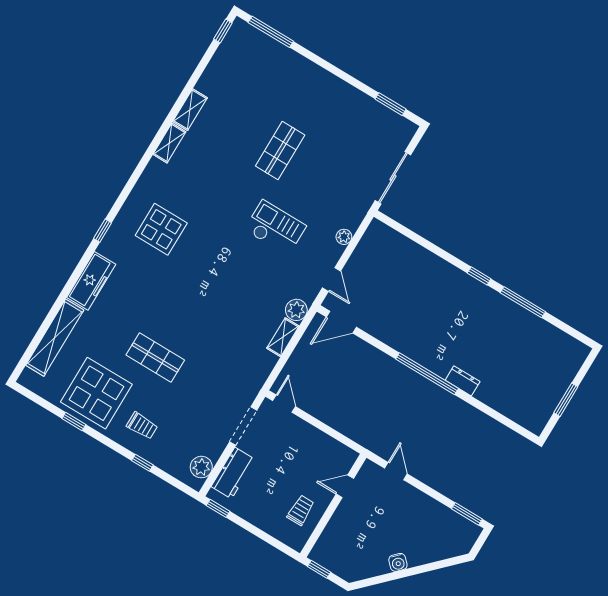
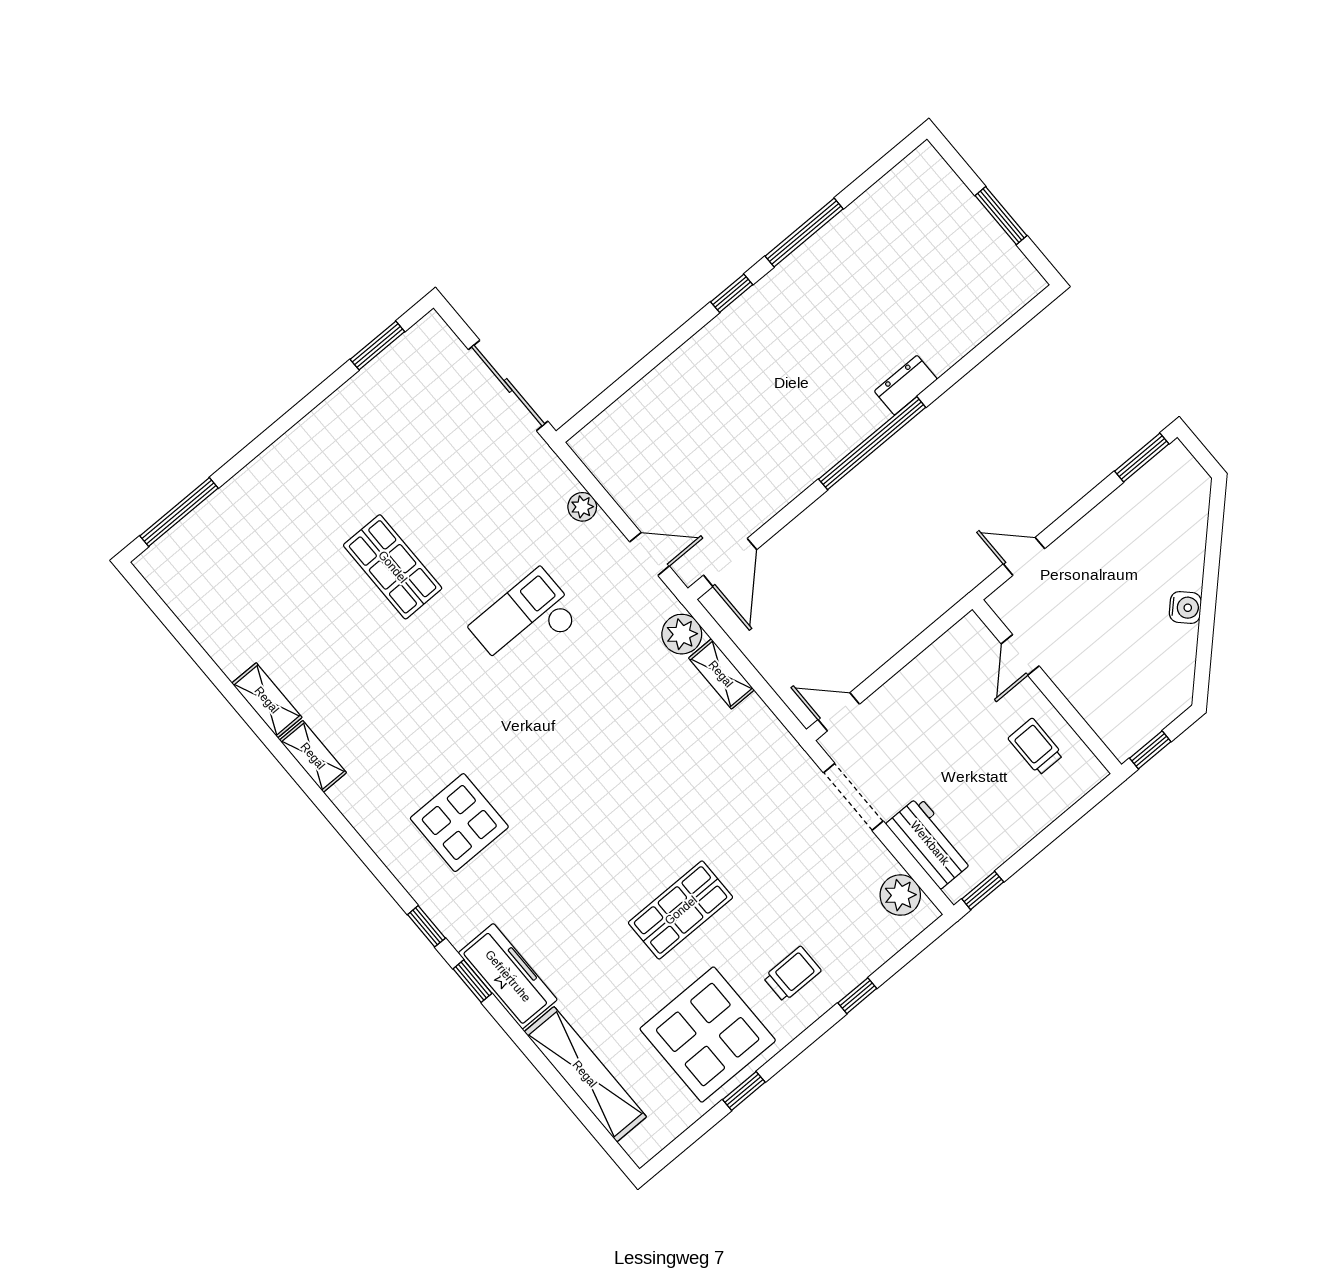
window: (223, 31) -> (472, 981), moved

